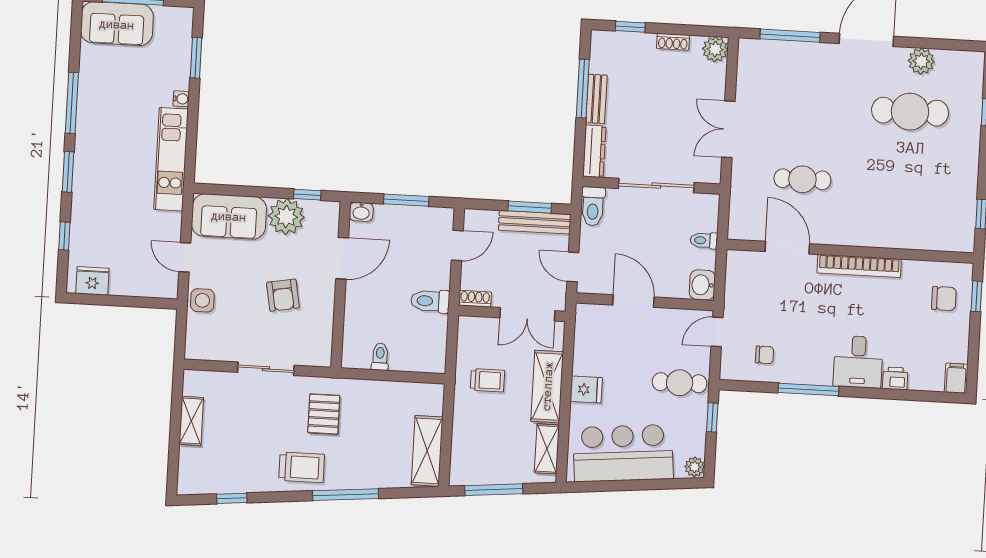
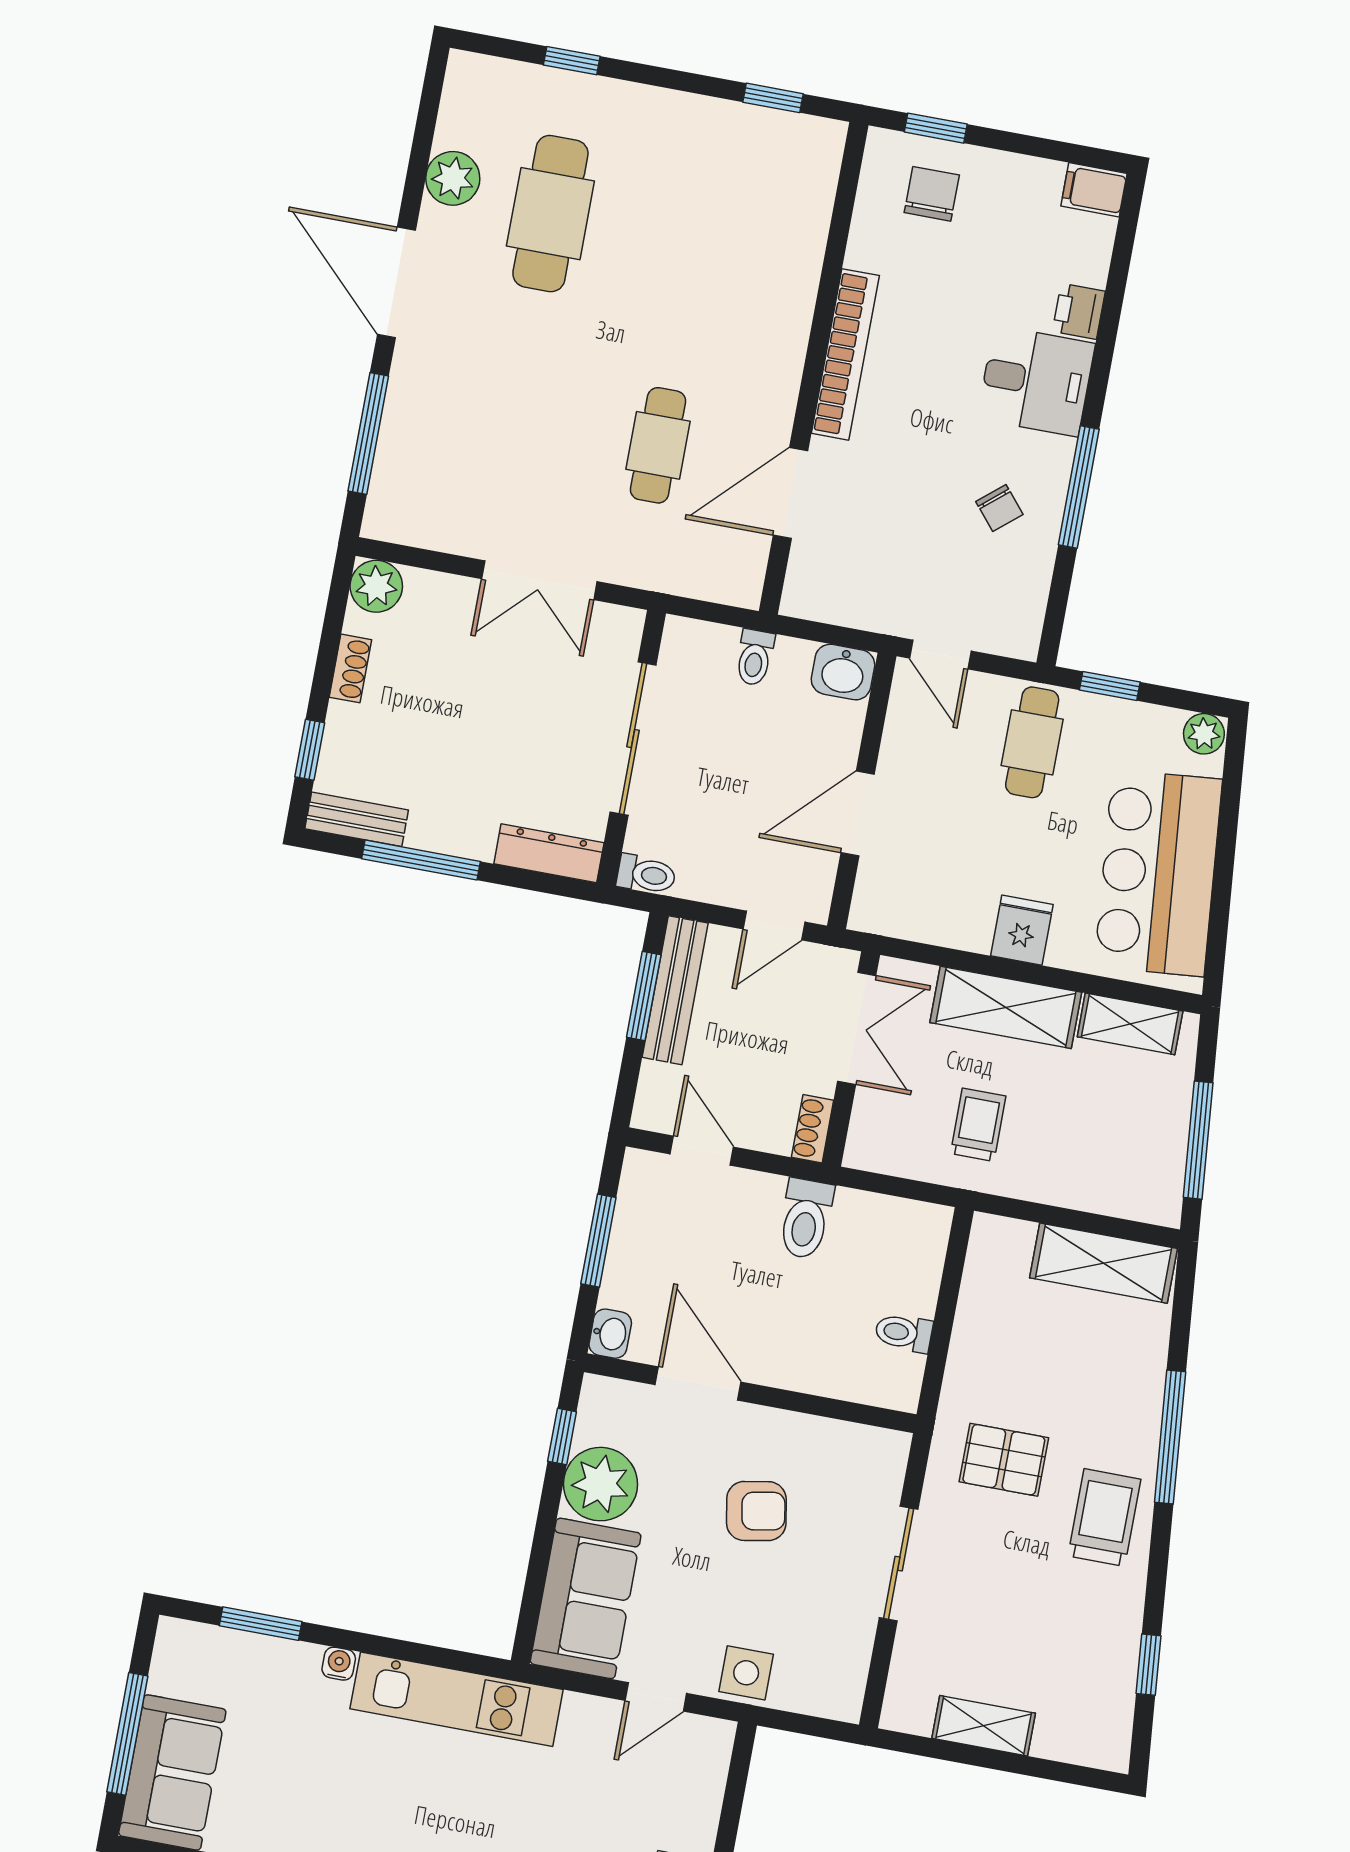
bench: (596, 99) -> (357, 819), moved
toilet: (593, 206) -> (646, 874), width x0.73, depth x0.72
chair: (764, 355) -> (999, 508), moved, turned 140

